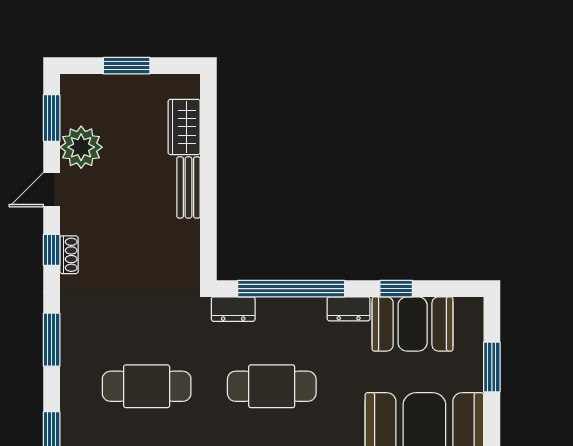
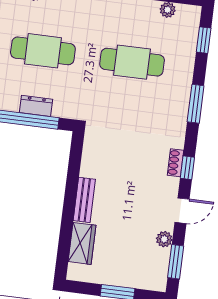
plant: (81, 147) -> (164, 239), width x0.53, depth x0.53
dresser: (233, 309) -> (36, 106), moved

